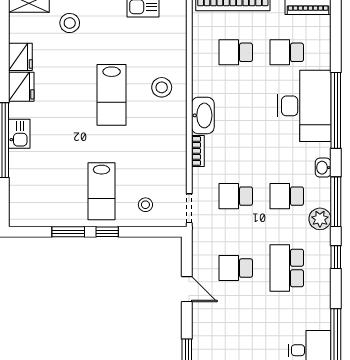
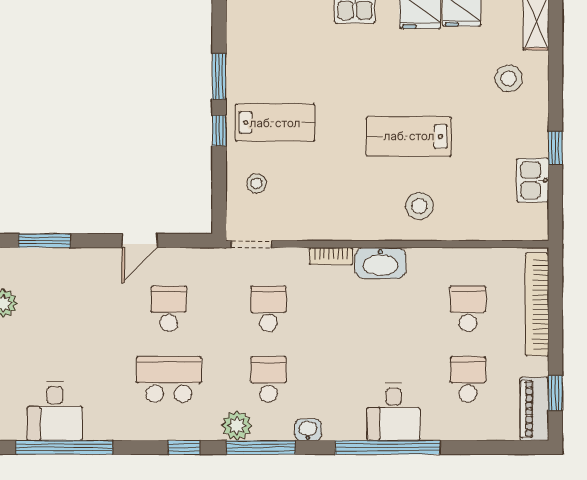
desk: (304, 106) -> (394, 412), width x0.53, depth x0.77
lab bench: (101, 191) -> (275, 123), turned 180

